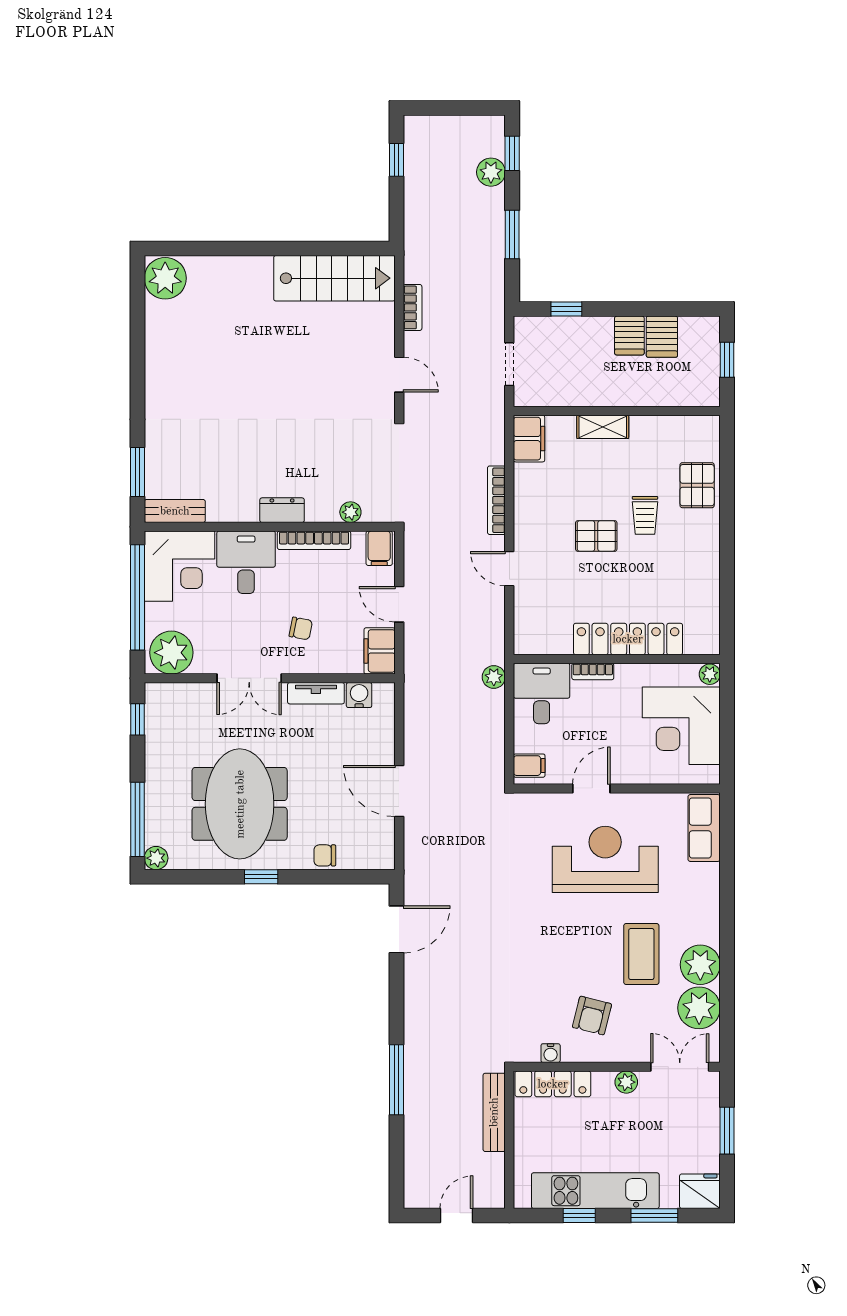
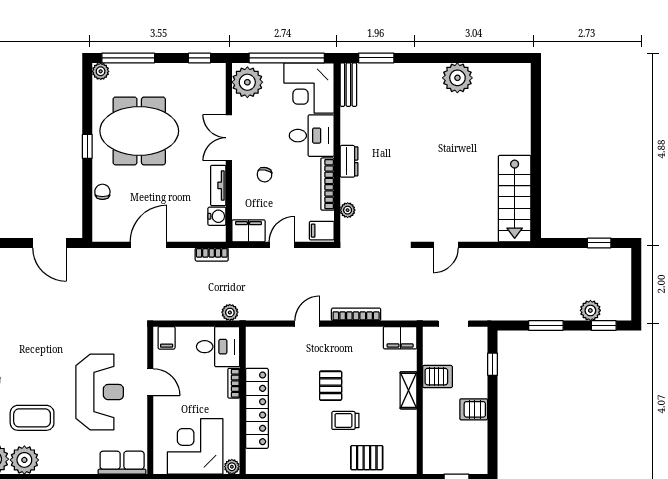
plant: (165, 278) -> (457, 78), moved
bookcase: (413, 307) -> (212, 254), moved
server rack: (662, 337) -> (437, 377), moved, turned 180

